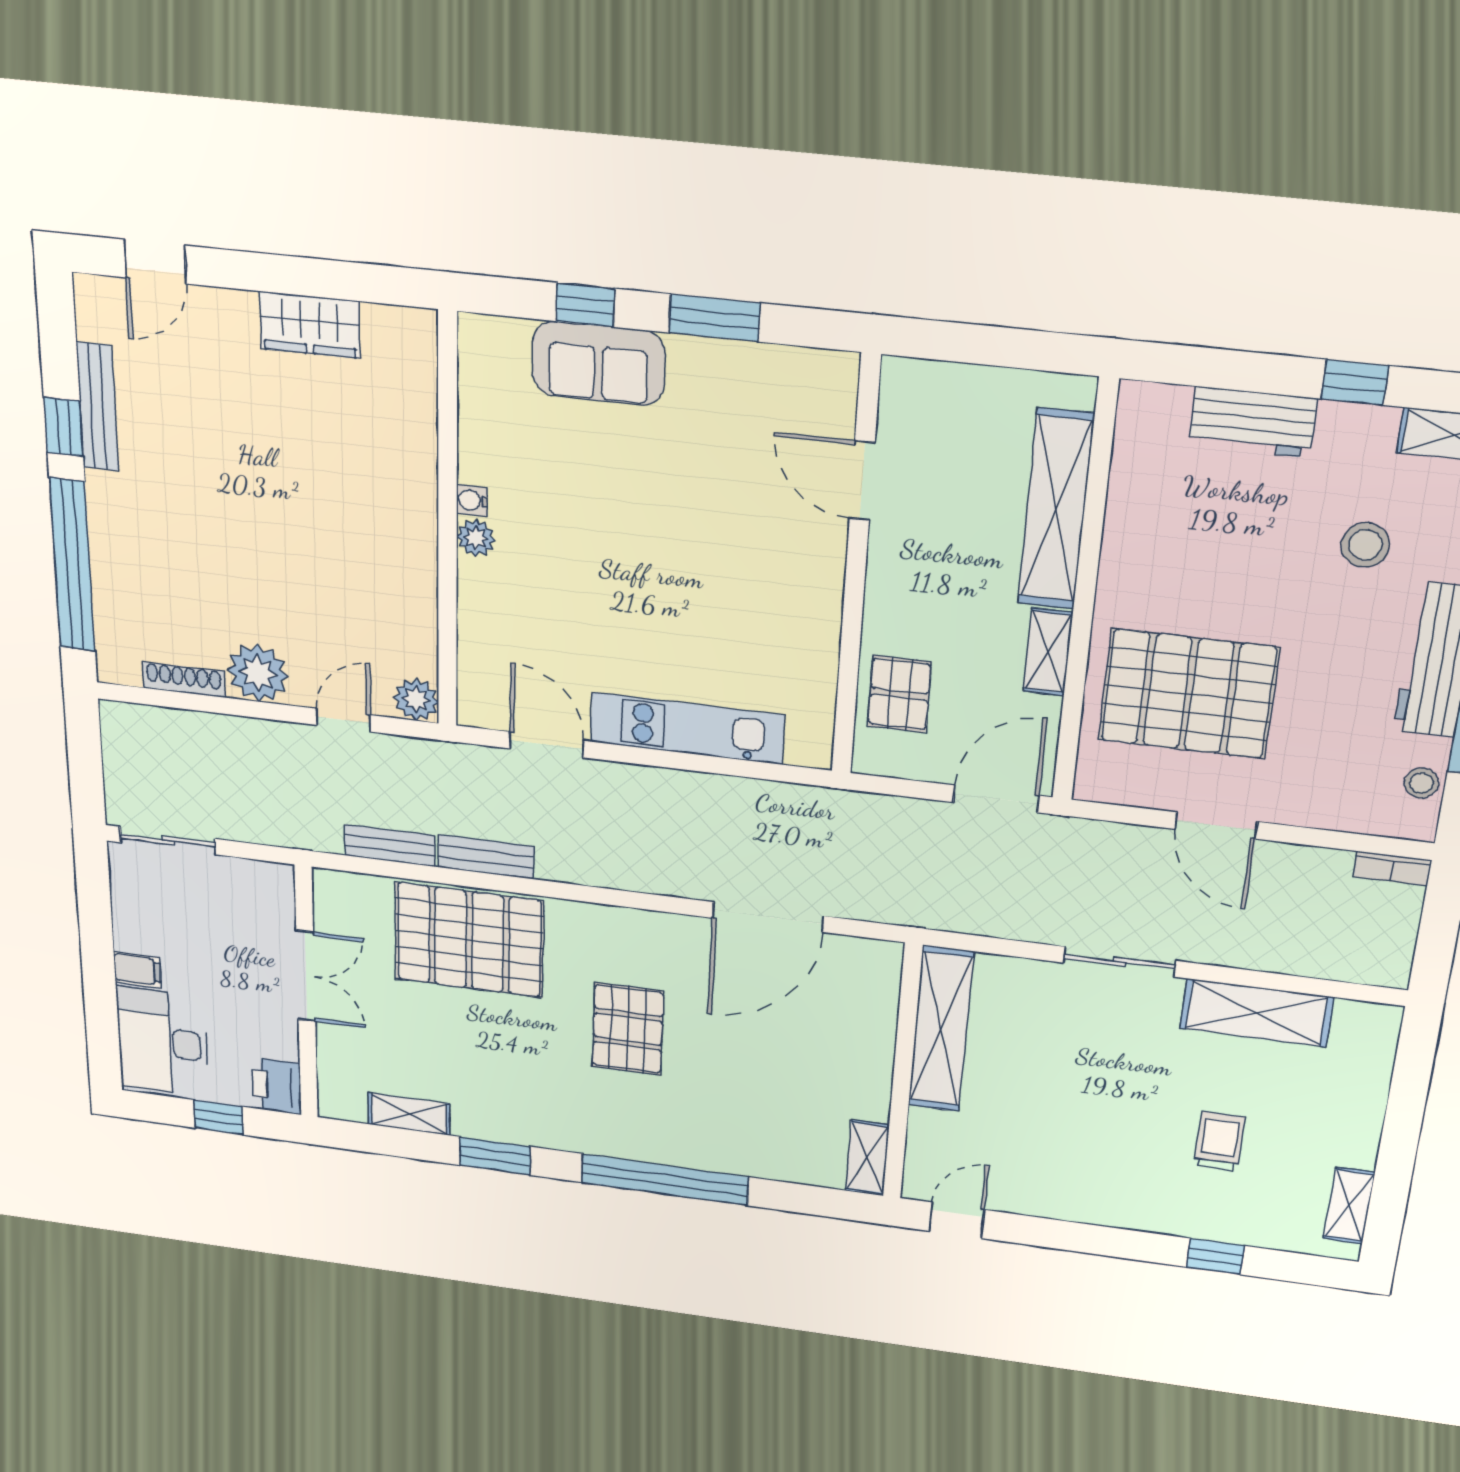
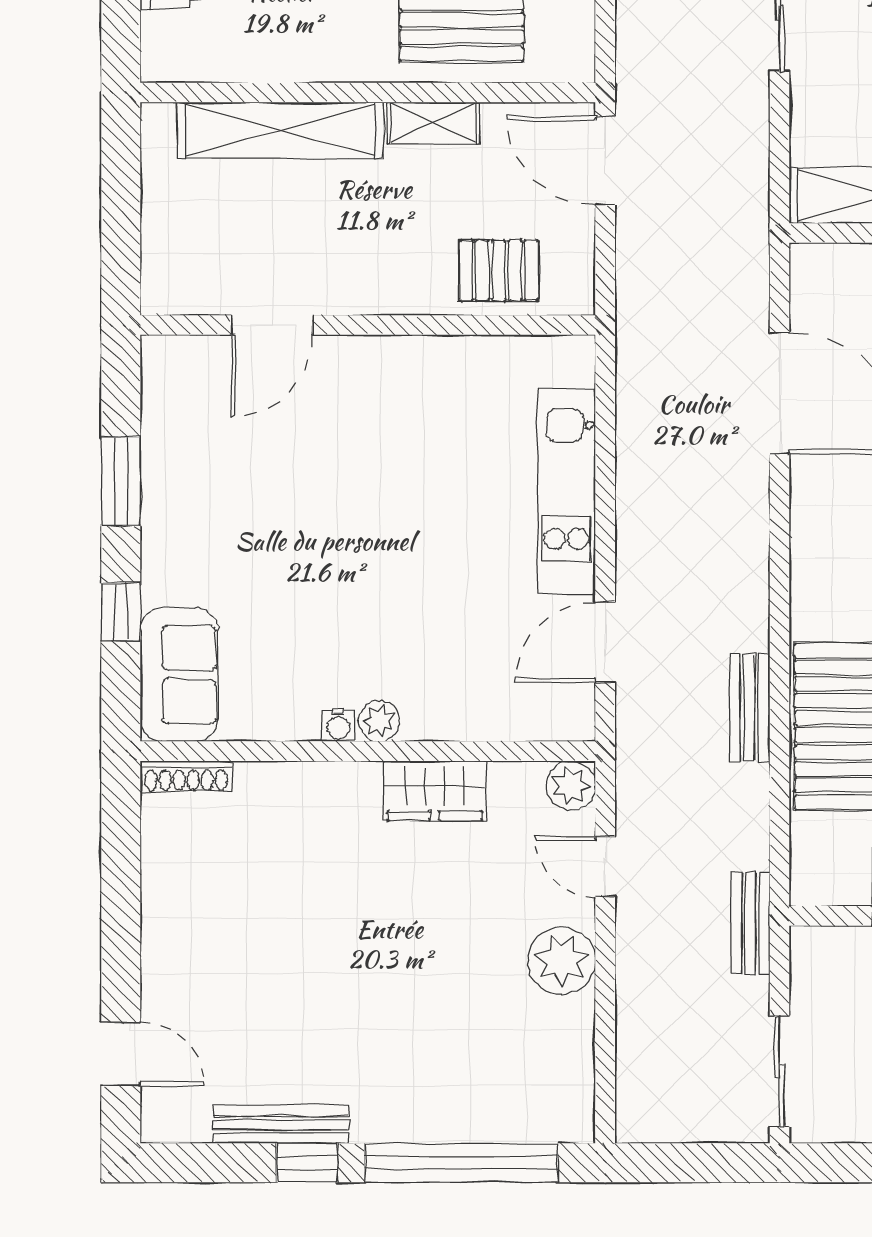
wardrobe: (310, 325) -> (435, 791), moved, turned 90
sofa: (598, 363) -> (179, 675), moved
shoe rack: (184, 680) -> (186, 776), moved, turned -90
bench: (390, 845) -> (750, 923), moved

